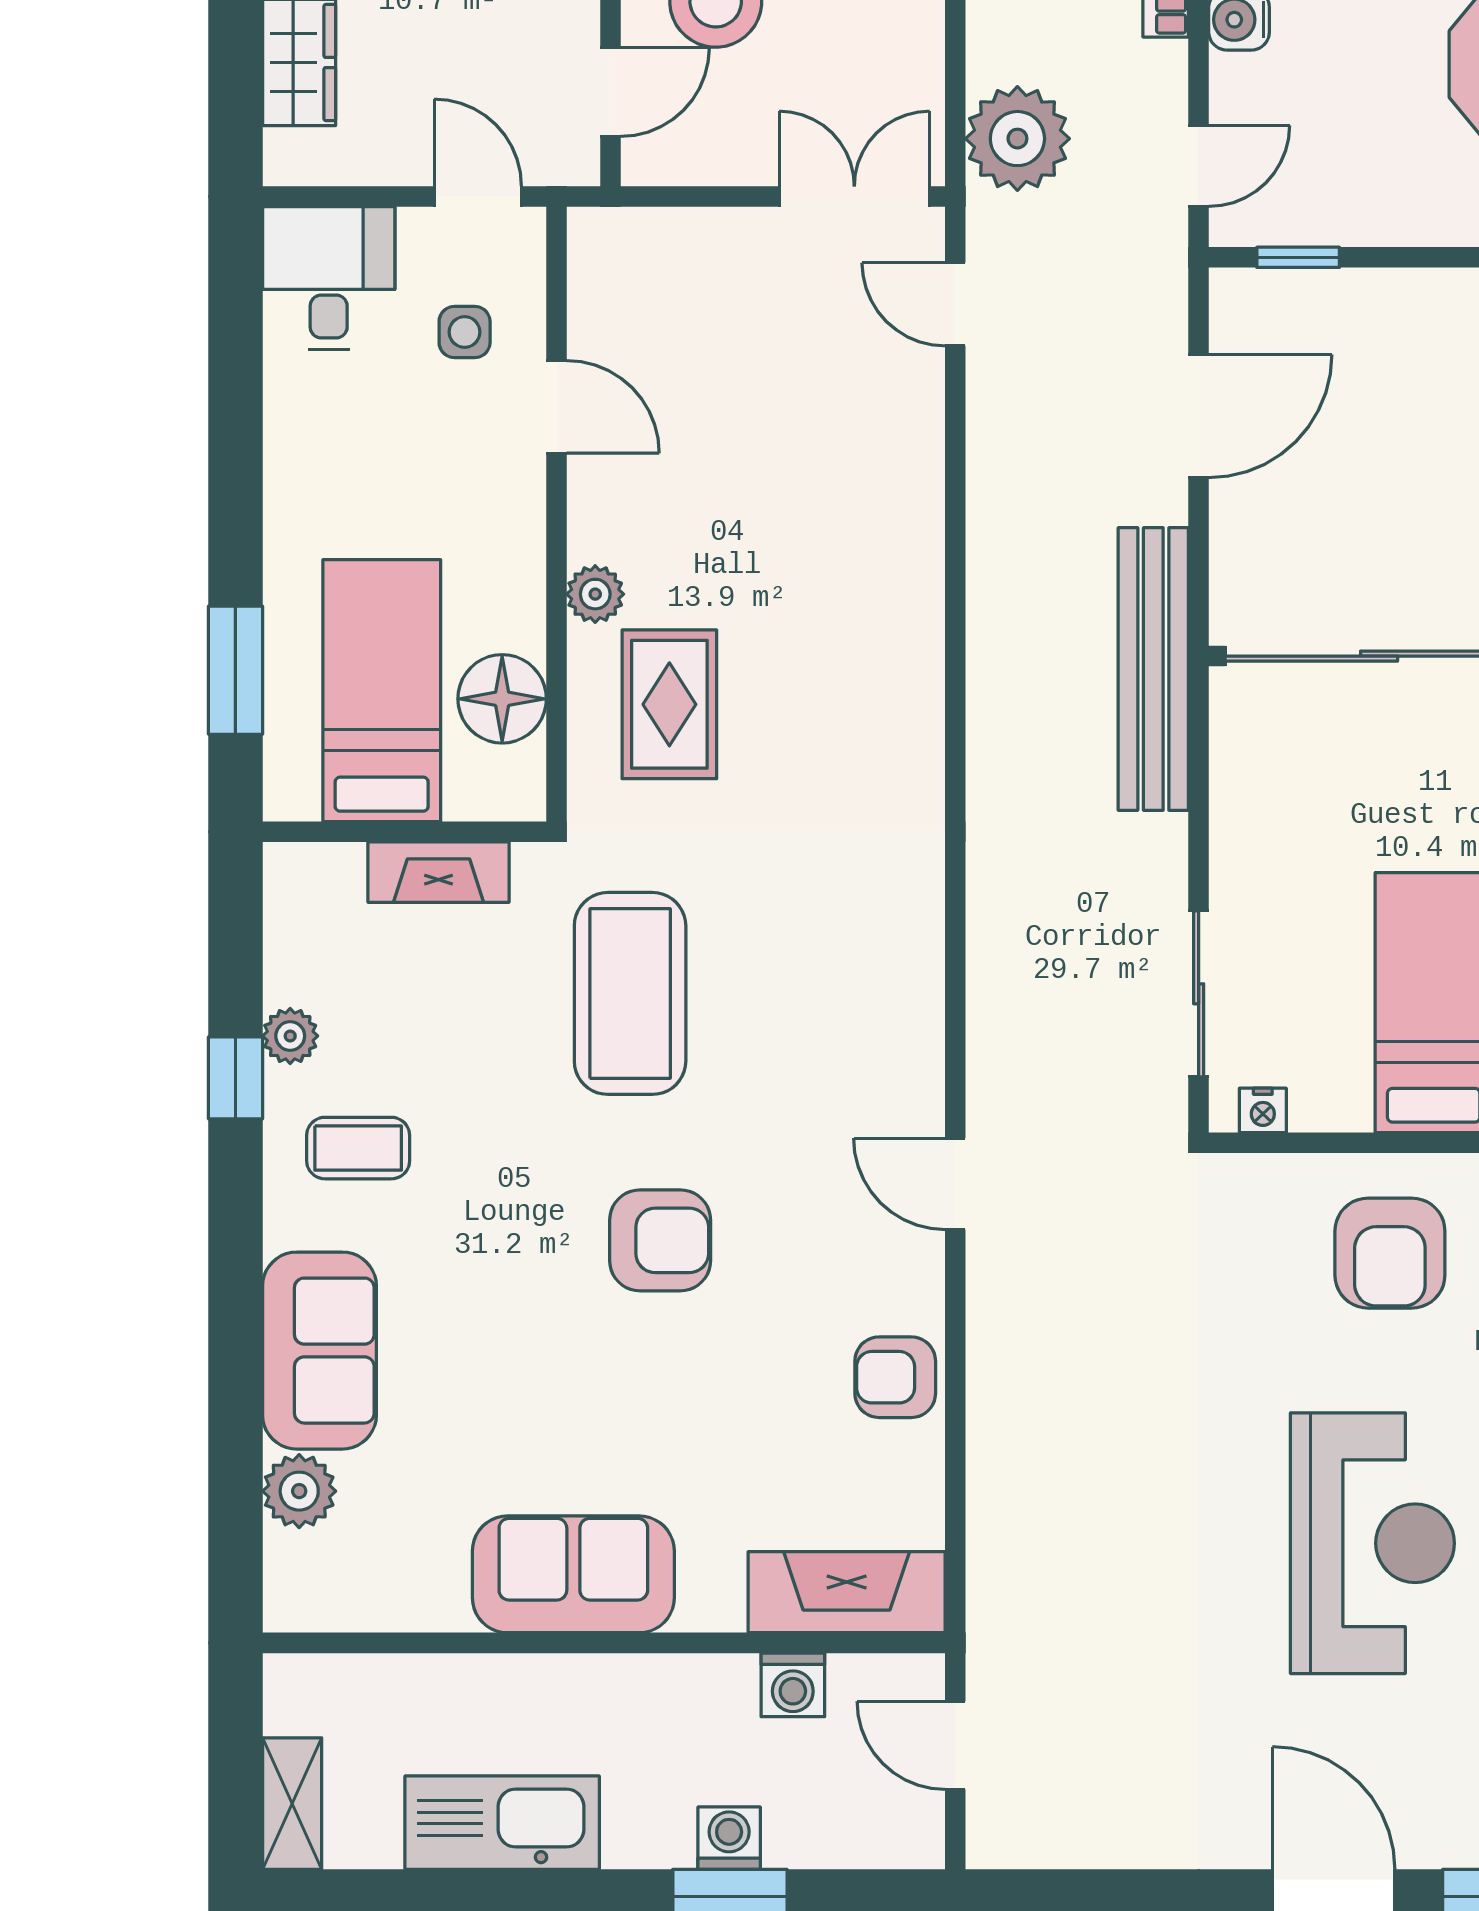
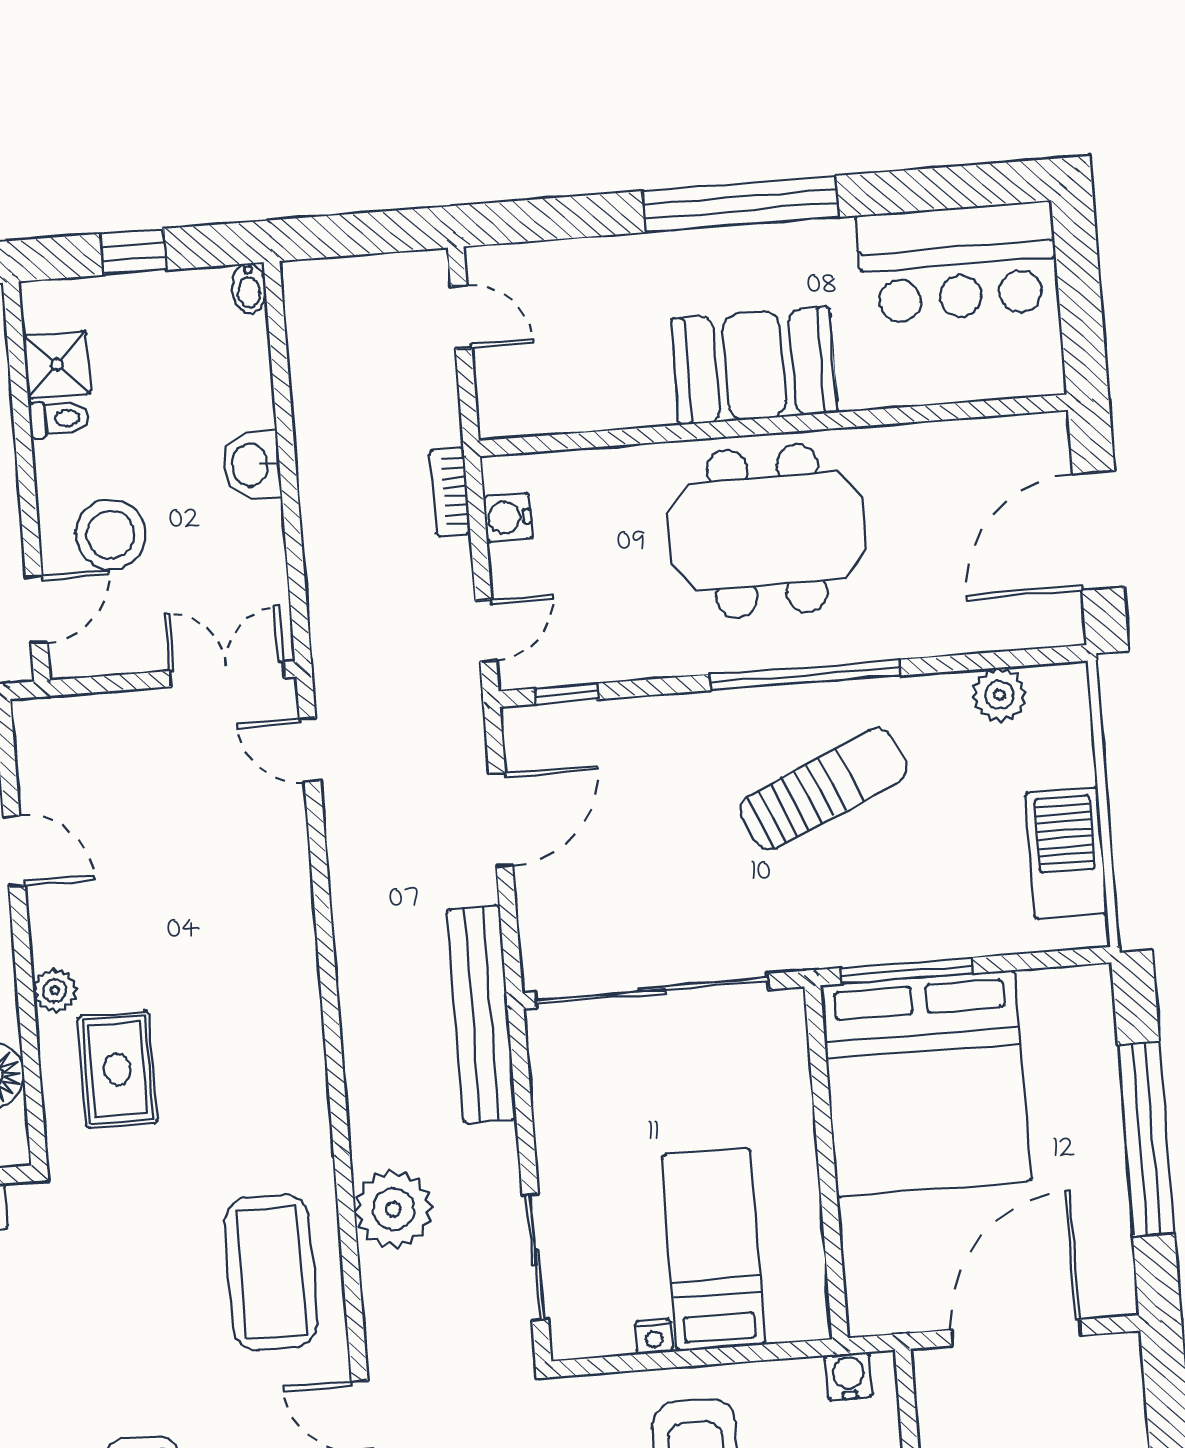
plant: (1017, 139) -> (393, 1209), moved
coffee table: (630, 993) -> (271, 1273), moved
nightstand: (1263, 1110) -> (654, 1336), moved

